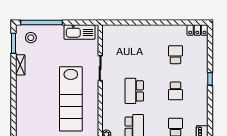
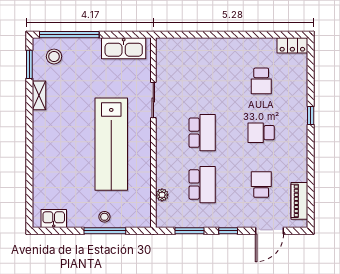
school desk: (175, 55) -> (261, 81), turned 180
school desk: (134, 91) -> (202, 133), turned 180
school desk: (175, 91) -> (261, 133), turned 90

